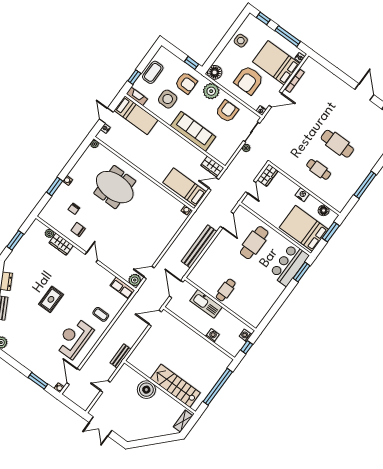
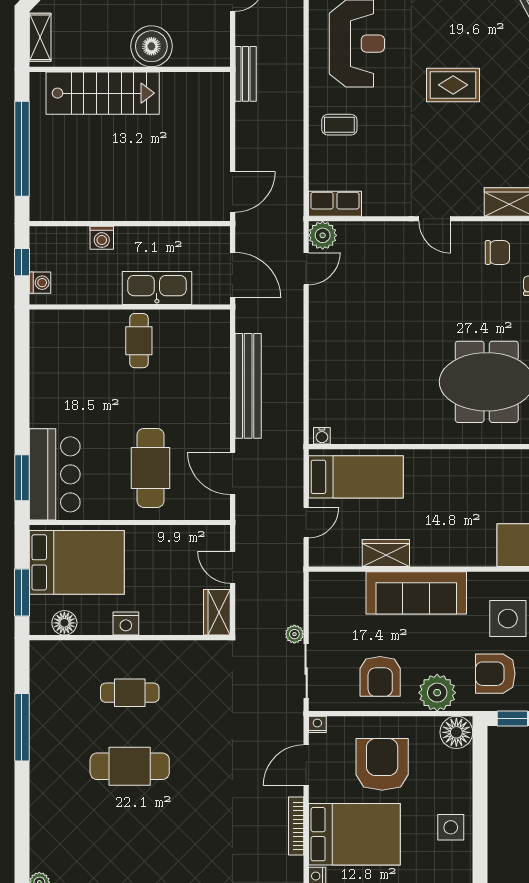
wardrobe: (212, 167) -> (386, 553), moved
rug: (51, 299) -> (453, 85), turned 90

